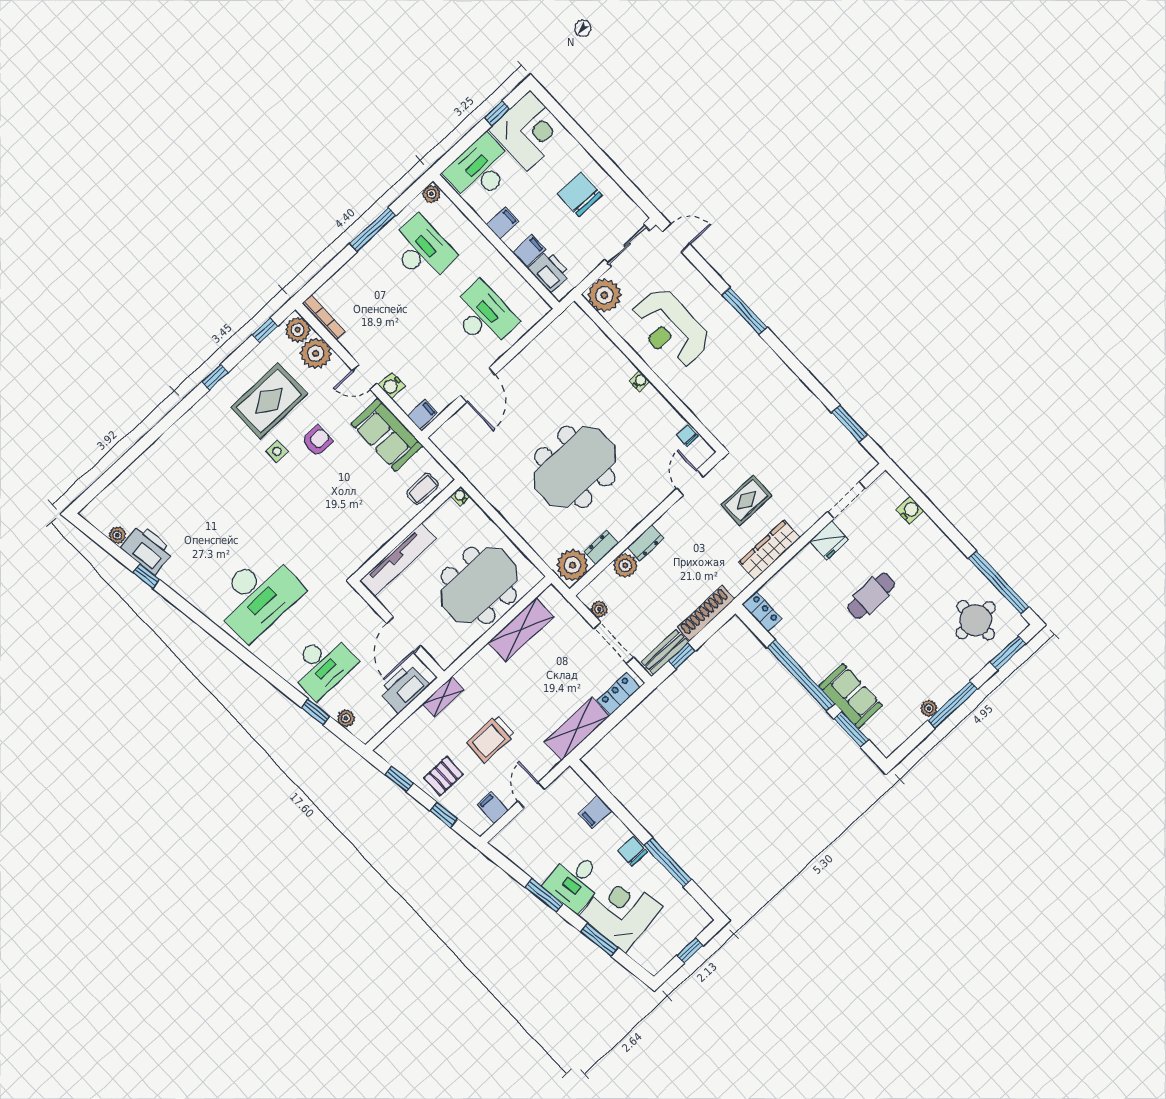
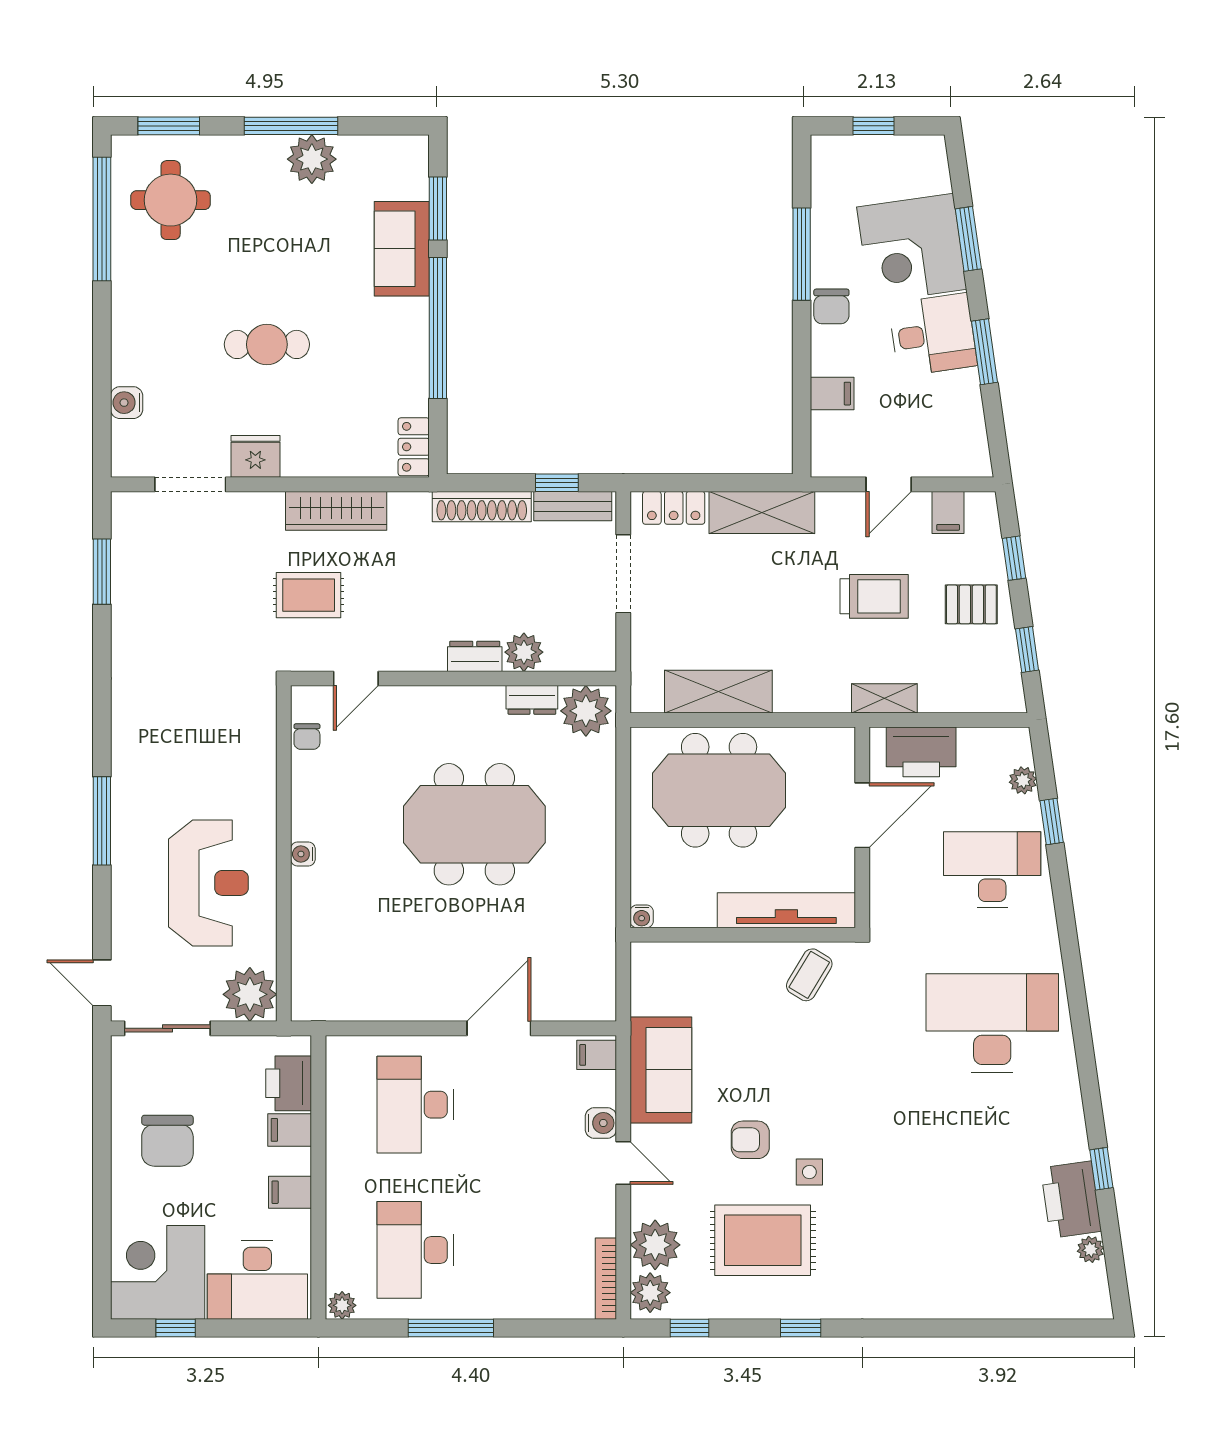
coffee table: (422, 489) -> (809, 975), moved, turned -59
plant: (599, 609) -> (603, 629), removed
plant: (929, 708) -> (312, 159), width x1.87, depth x1.87

